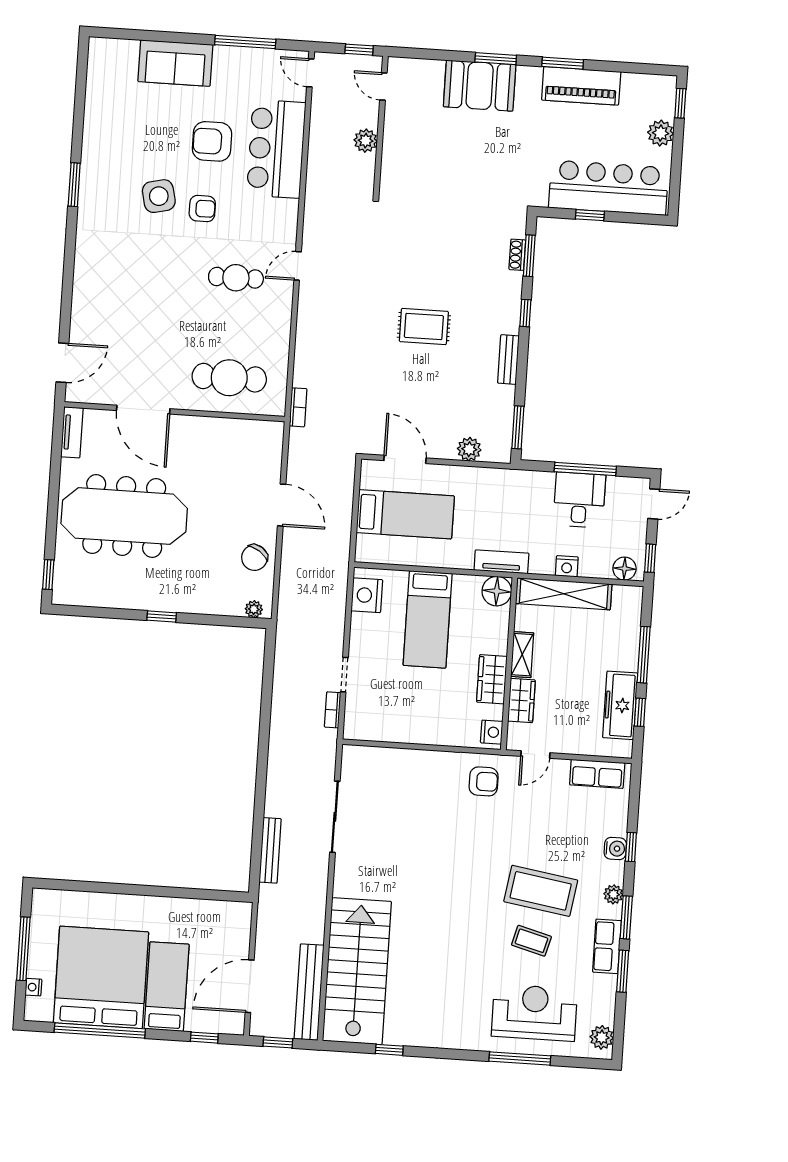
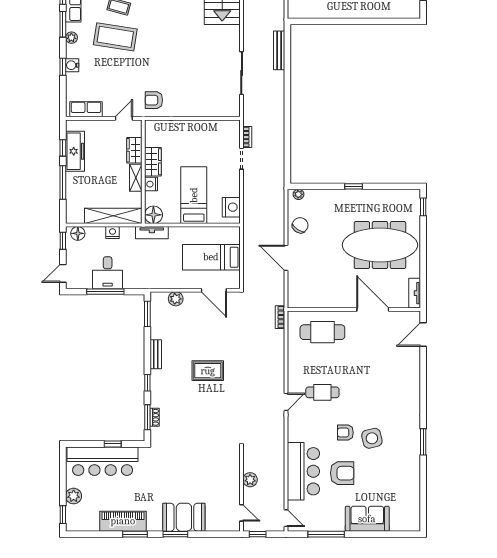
nightstand: (492, 732) -> (151, 184), moved

